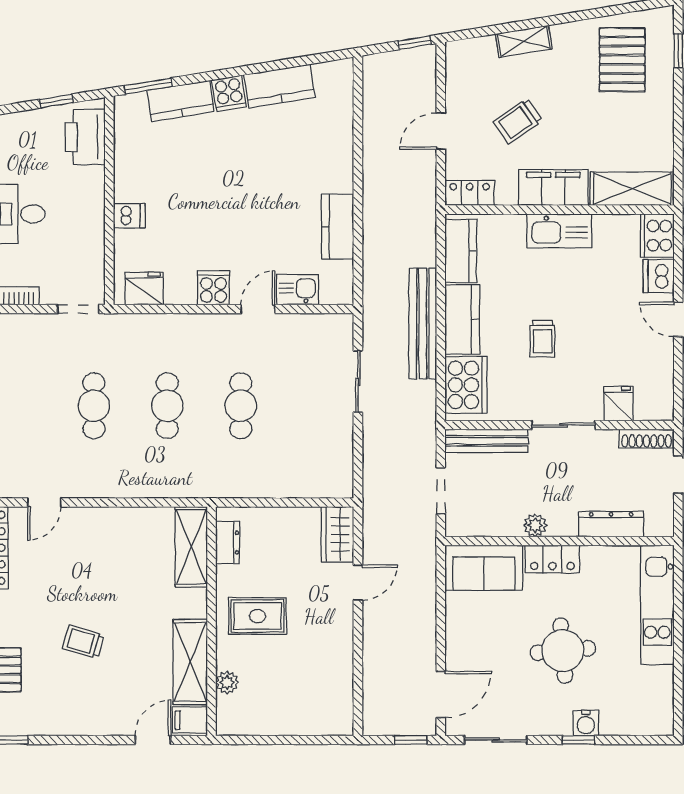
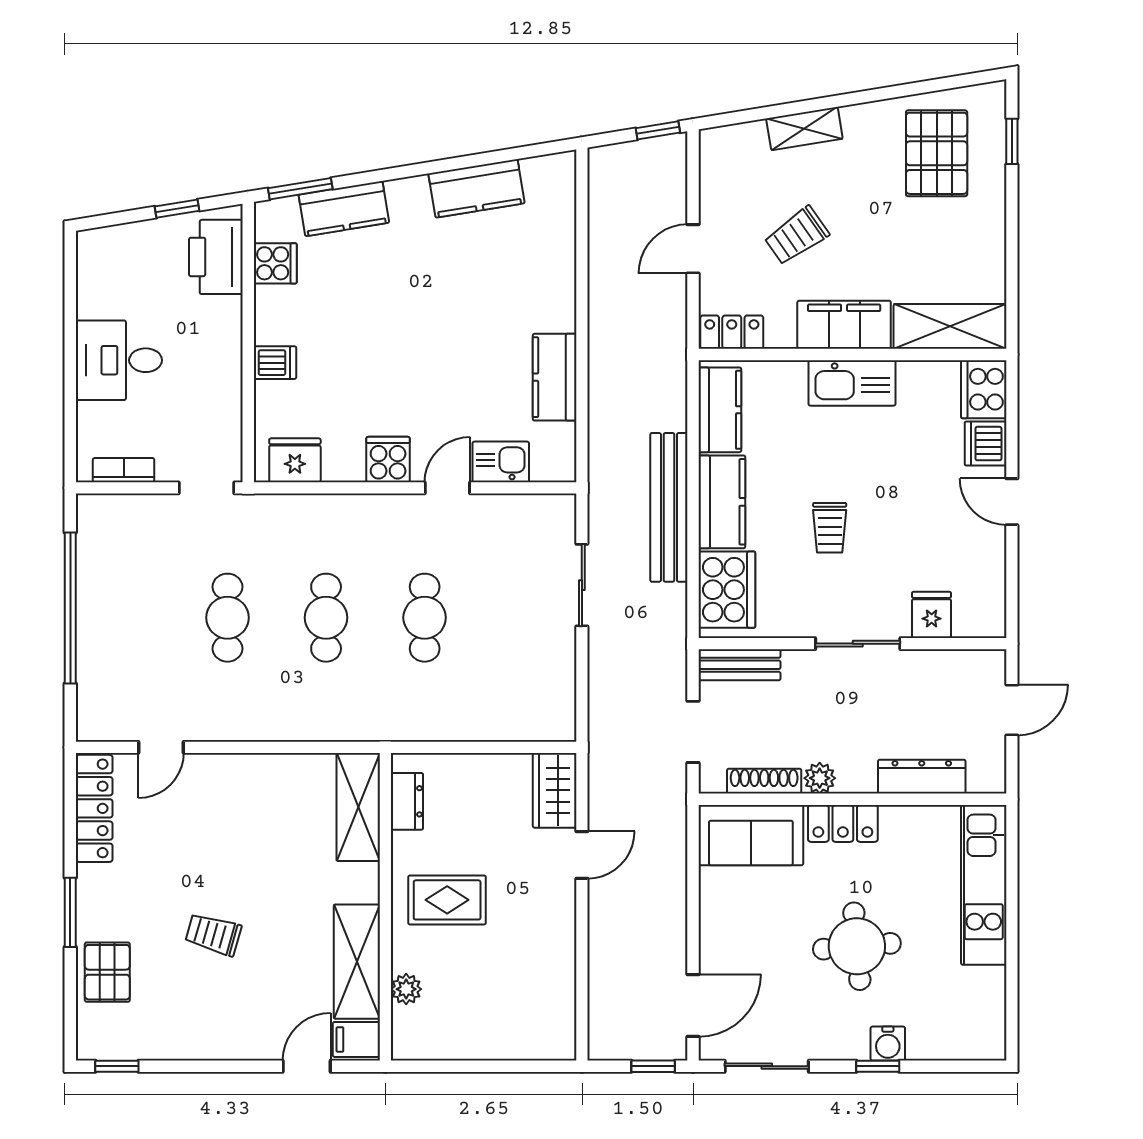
cooker: (229, 93) -> (275, 263), moved, turned -81
shoe rack: (647, 439) -> (764, 781), moved, turned 180
bench: (486, 441) -> (739, 665), width x0.73

